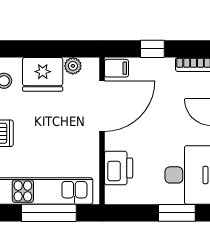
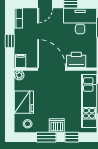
plant: (73, 66) -> (19, 75), moved
door: (102, 106) -> (52, 69), moved

